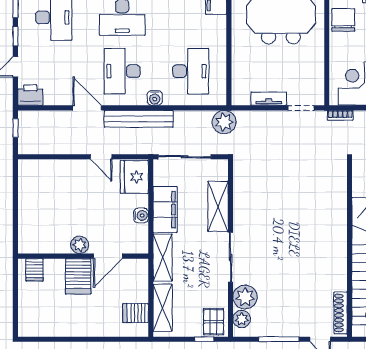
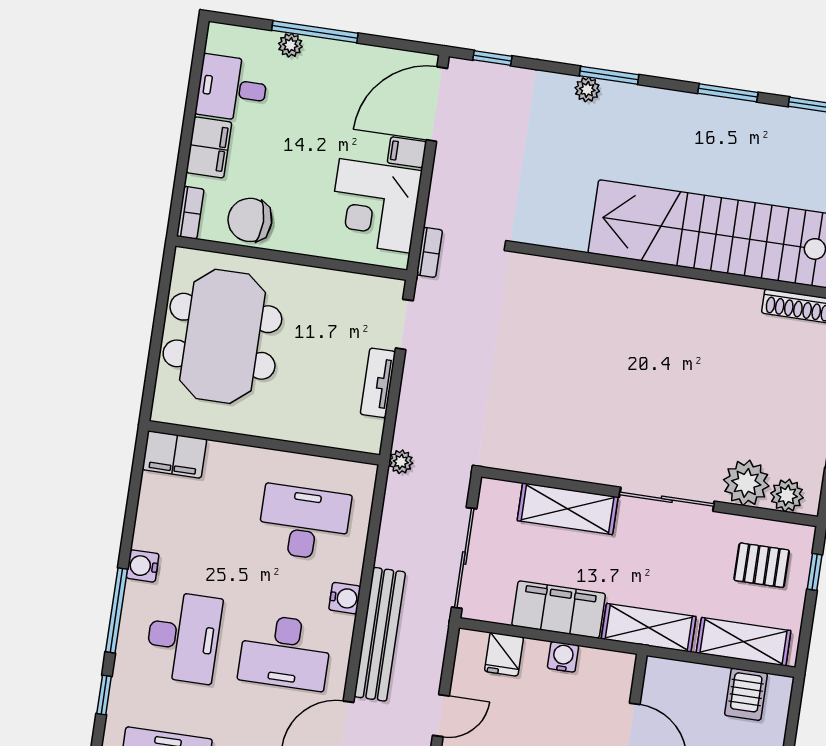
plant: (224, 122) -> (401, 462), width x0.53, depth x0.53
fridge: (134, 177) -> (504, 654), width x0.53, depth x0.75
pallet: (214, 322) -> (762, 565), moved

